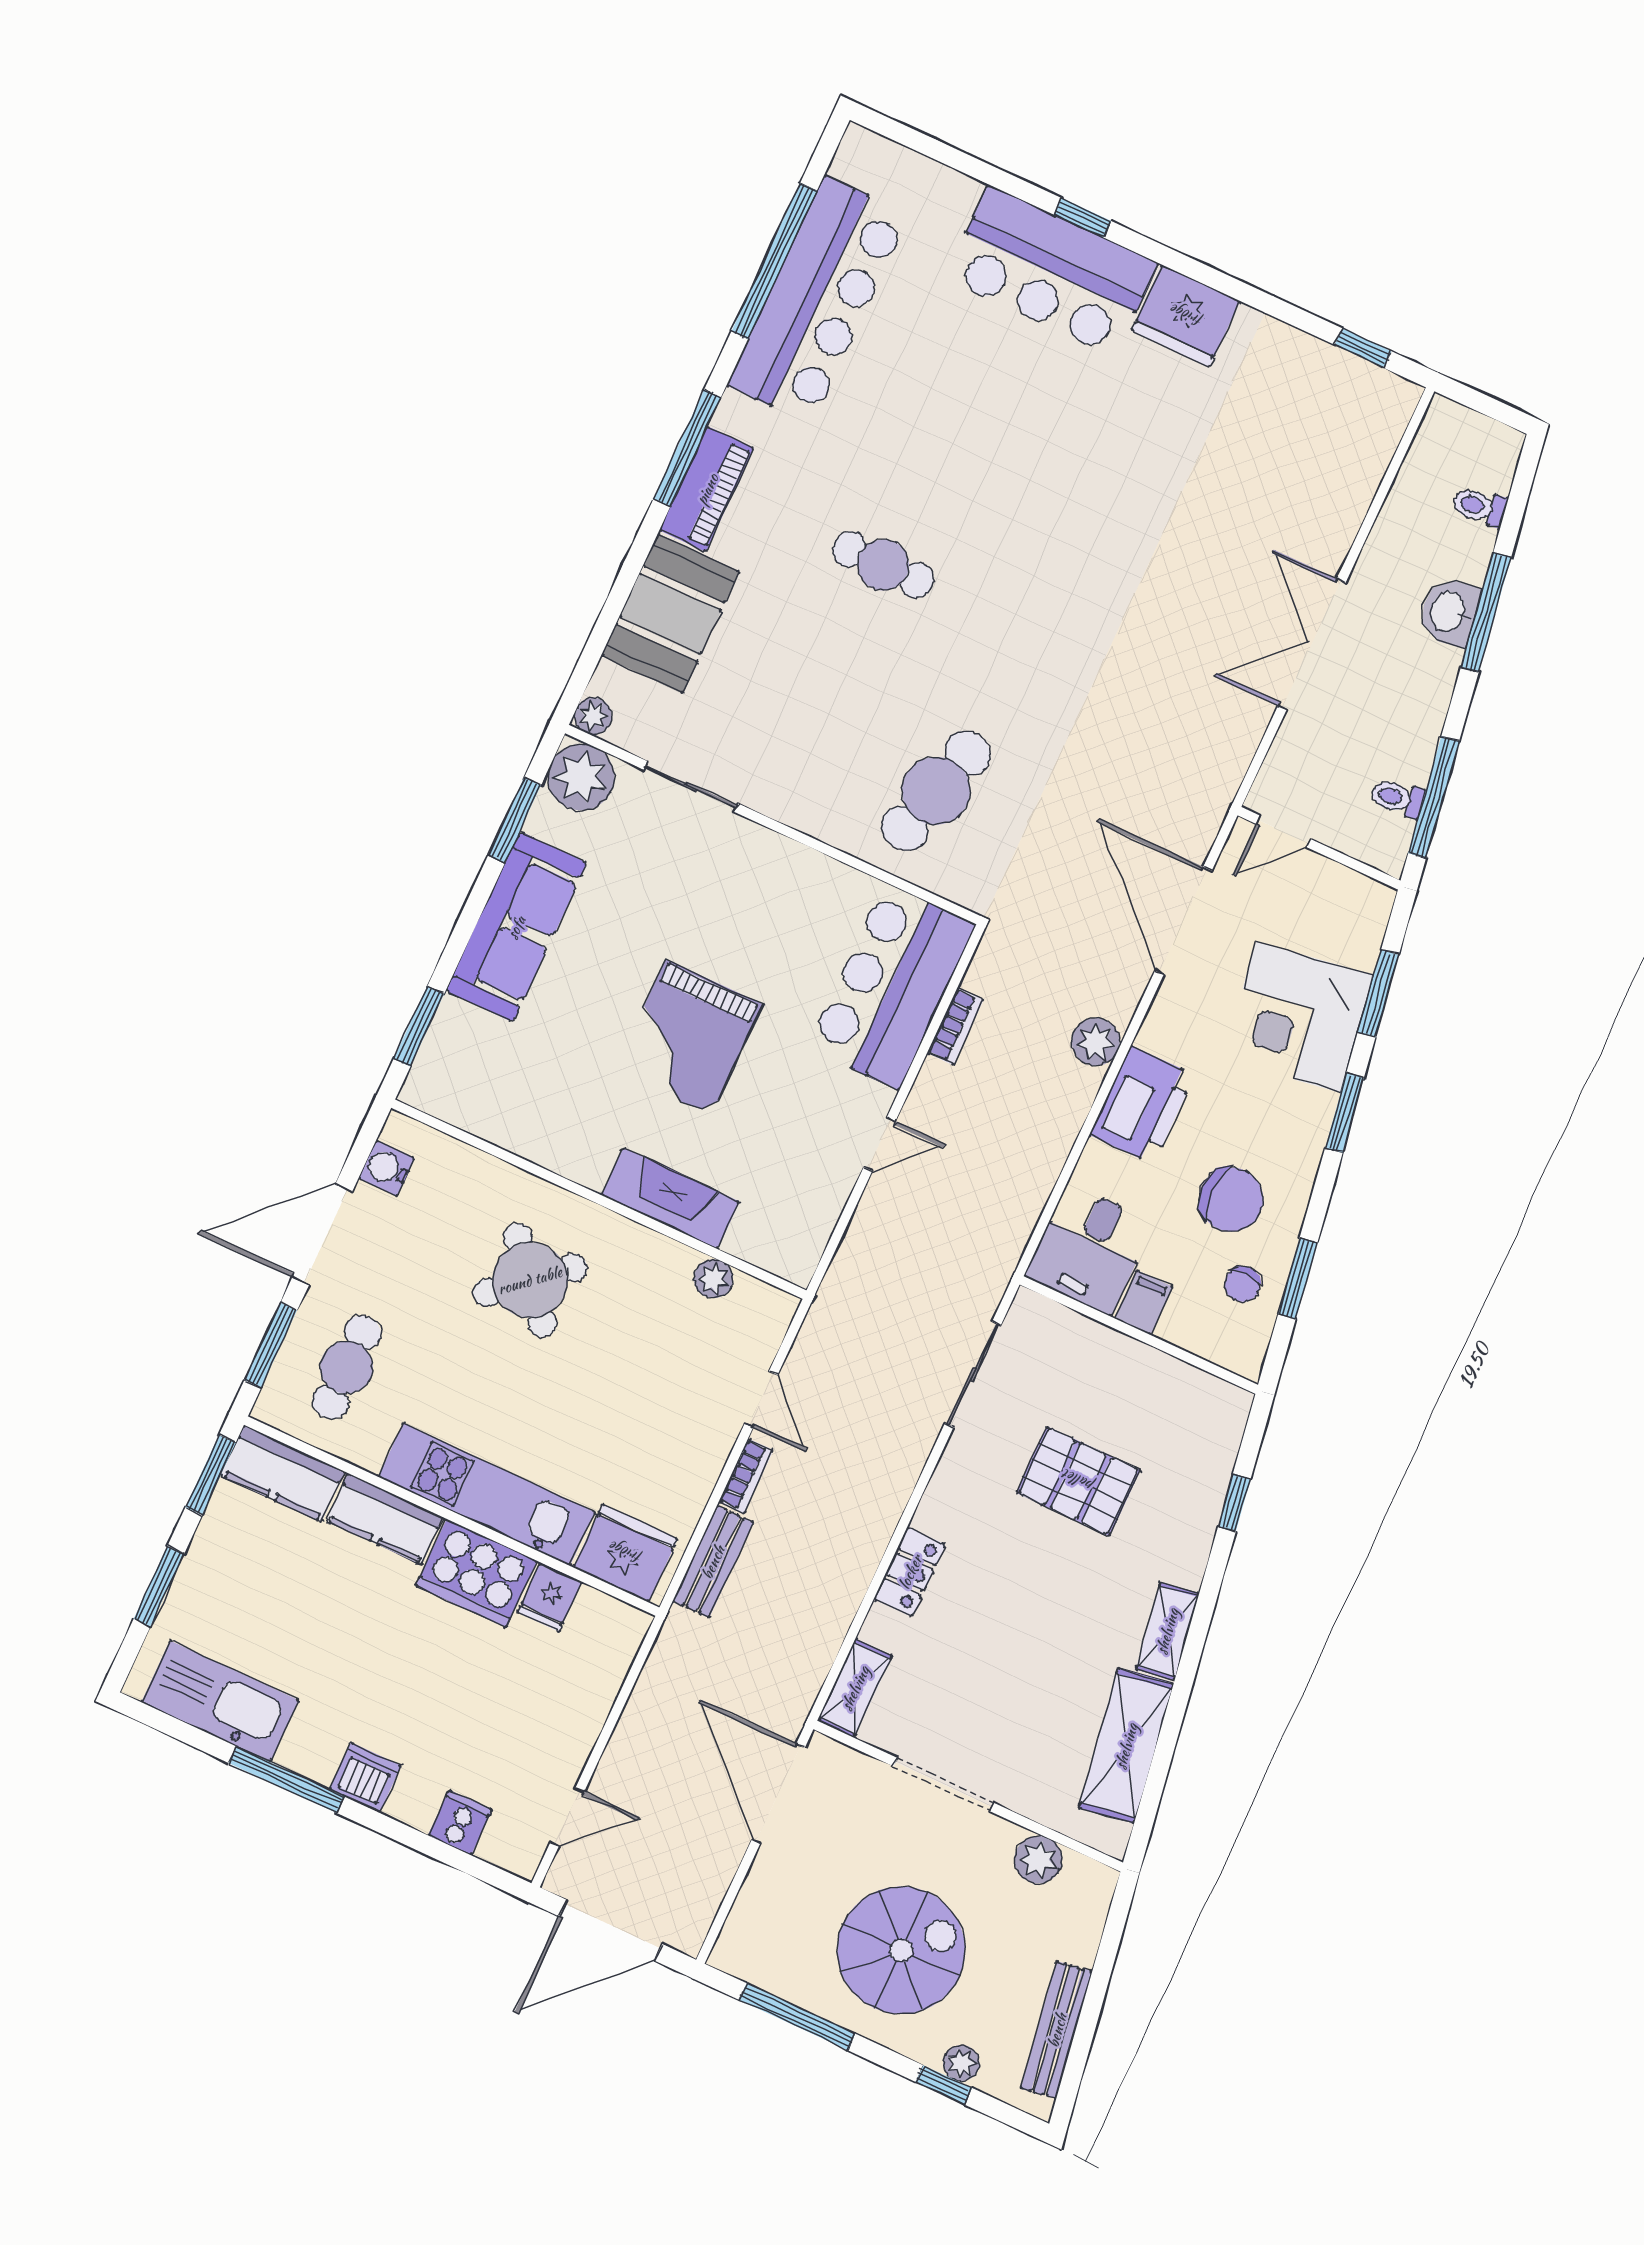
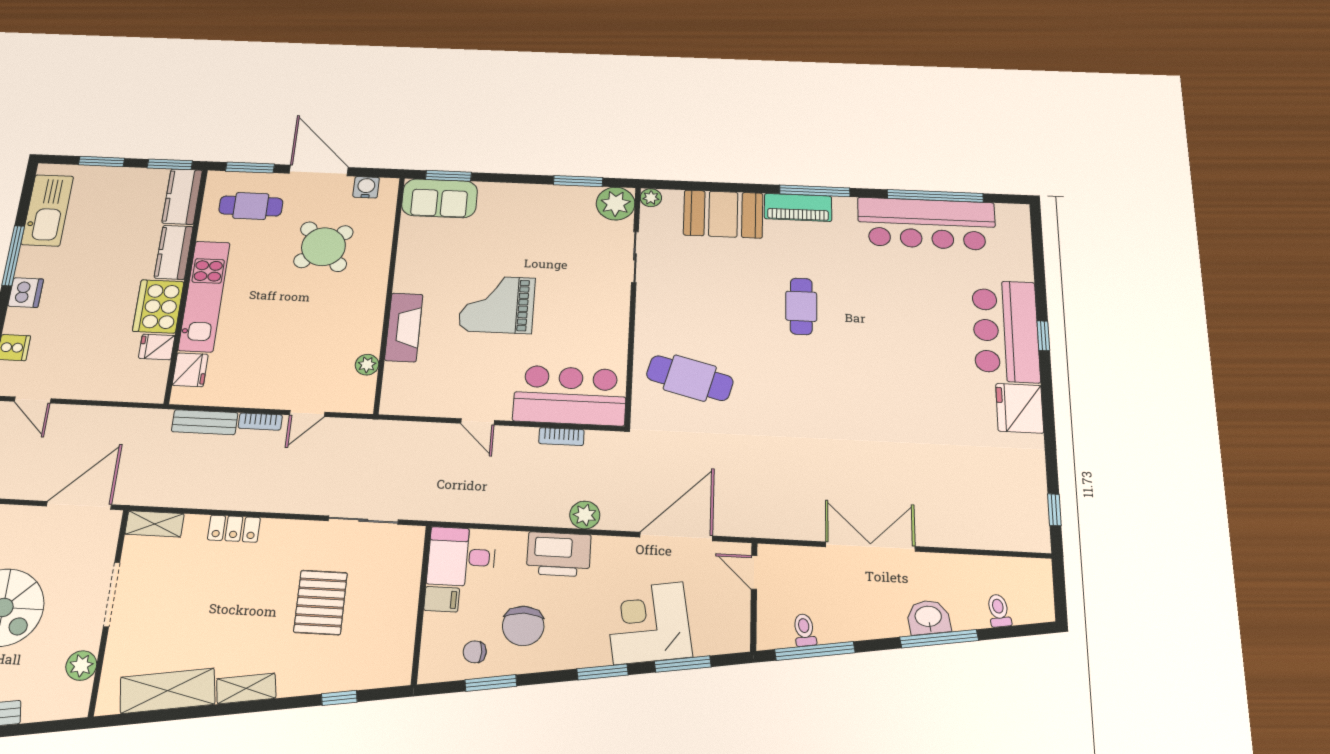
sofa: (516, 927) -> (440, 198), moved, width x0.73
round table: (530, 1280) -> (323, 247), moved
fridge: (625, 1553) -> (190, 370), width x0.73, depth x0.75

